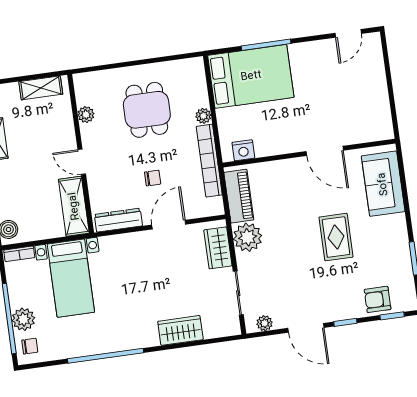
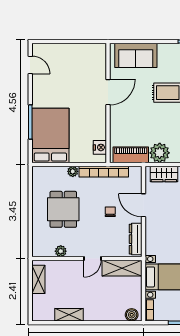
dining table: (147, 110) -> (63, 209), turned 90

